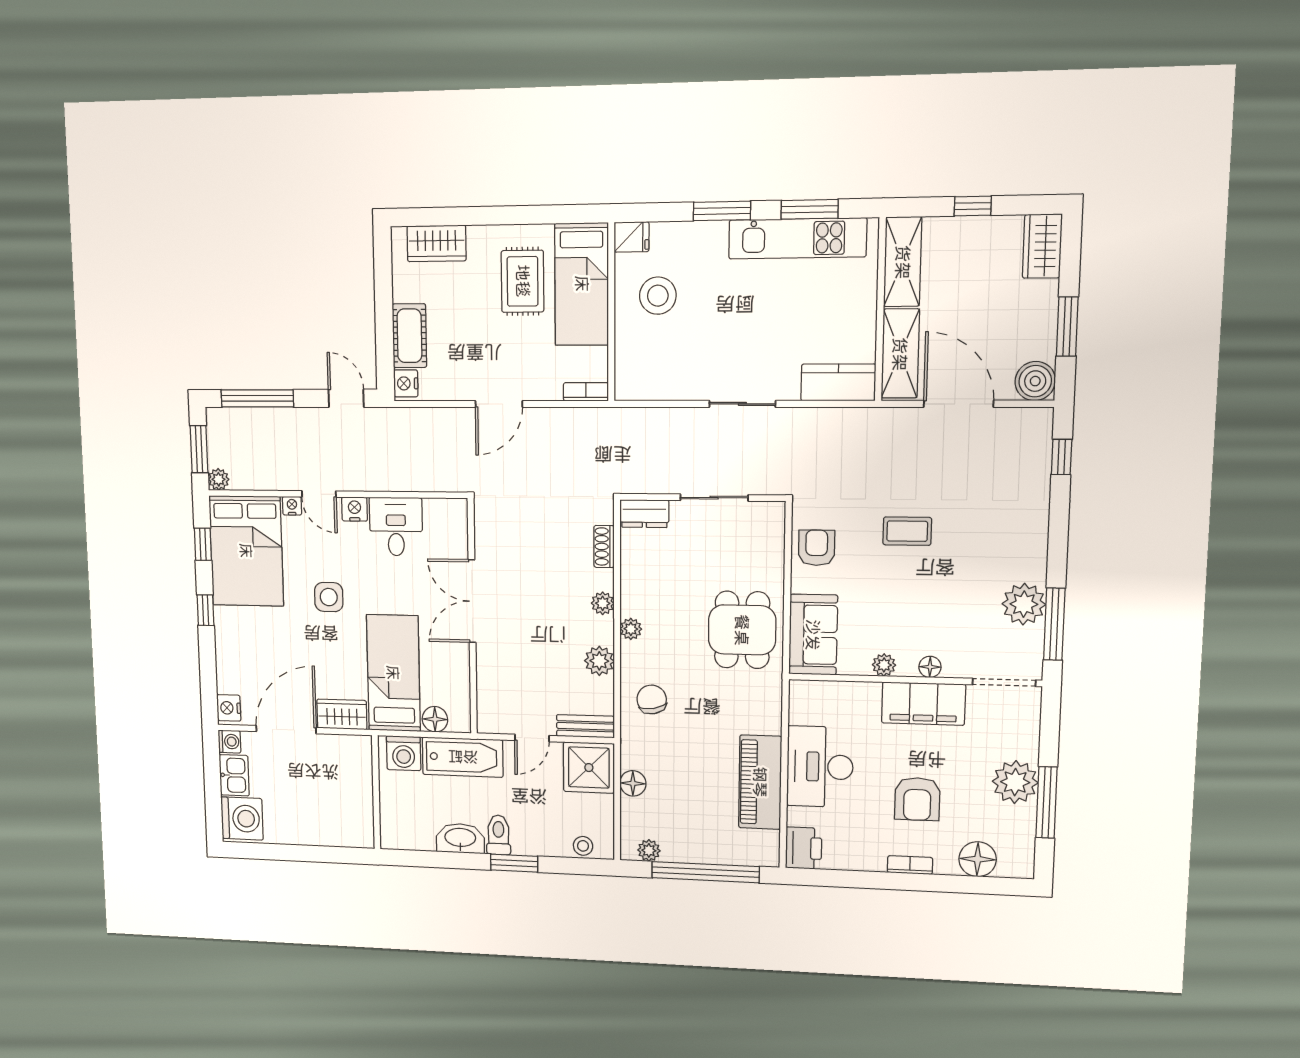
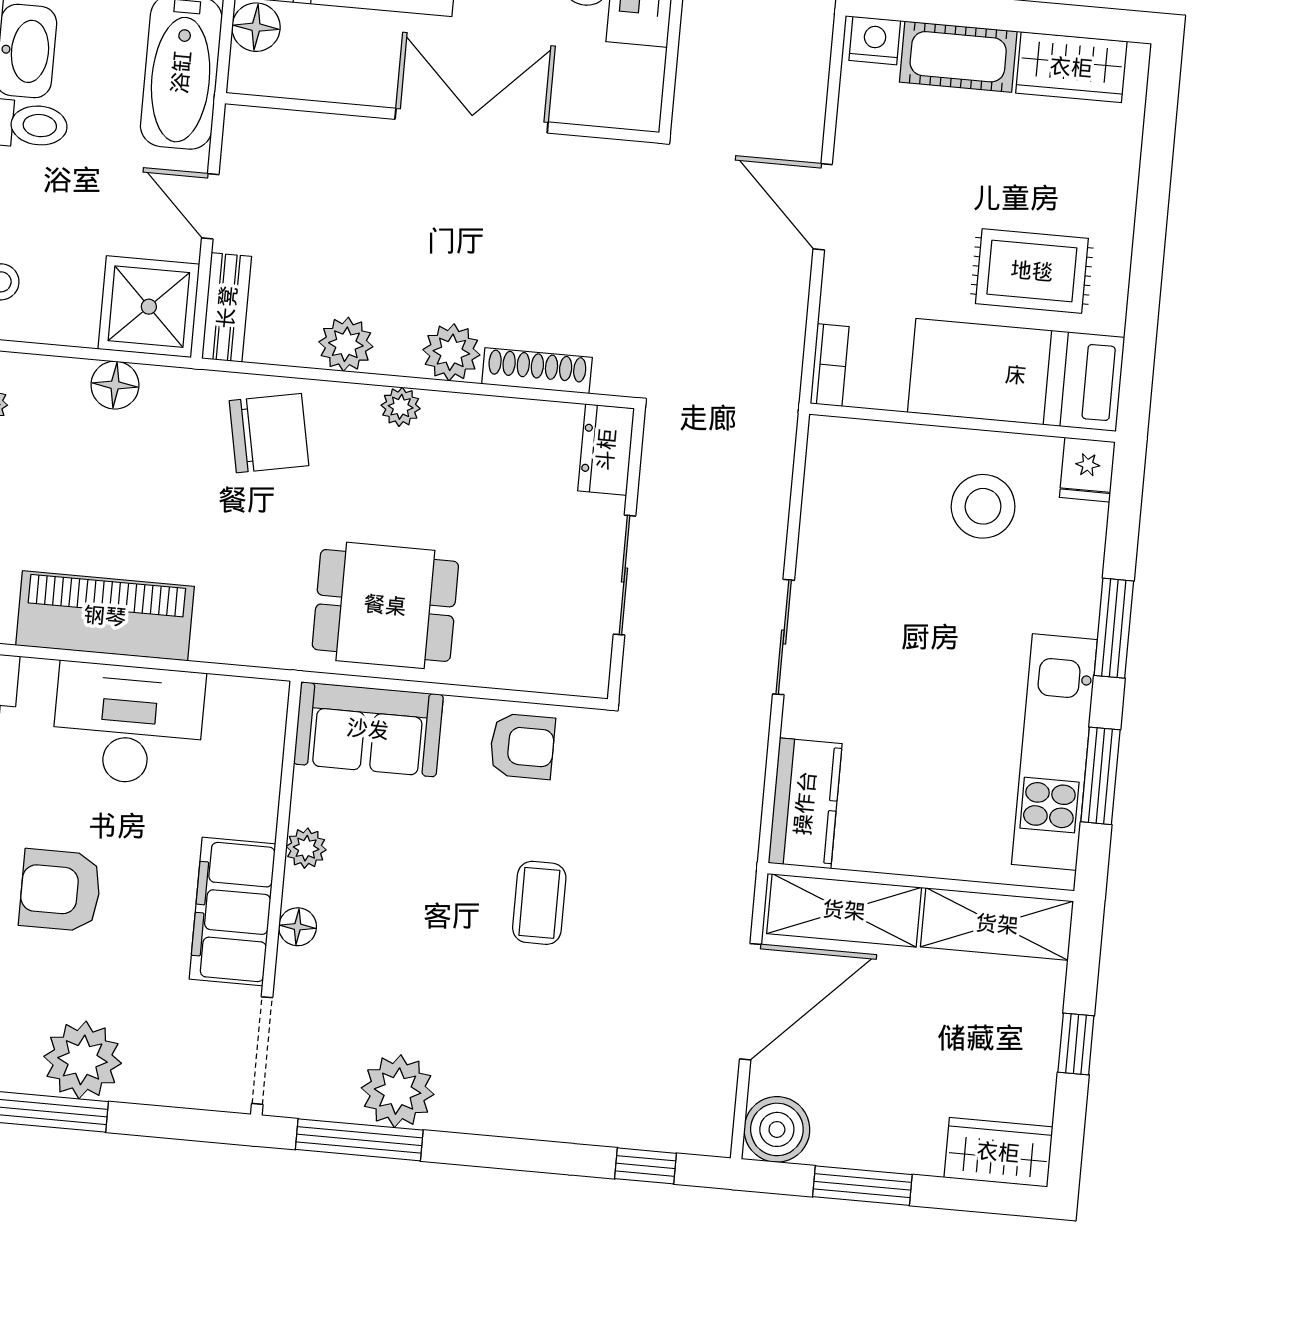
wardrobe: (437, 243) -> (1071, 67), moved, turned -90
shoe rack: (604, 547) -> (537, 371), width x1.43
plant: (603, 603) -> (451, 352), width x1.38, depth x1.38
chair: (652, 699) -> (269, 433), width x1.37, depth x1.37

